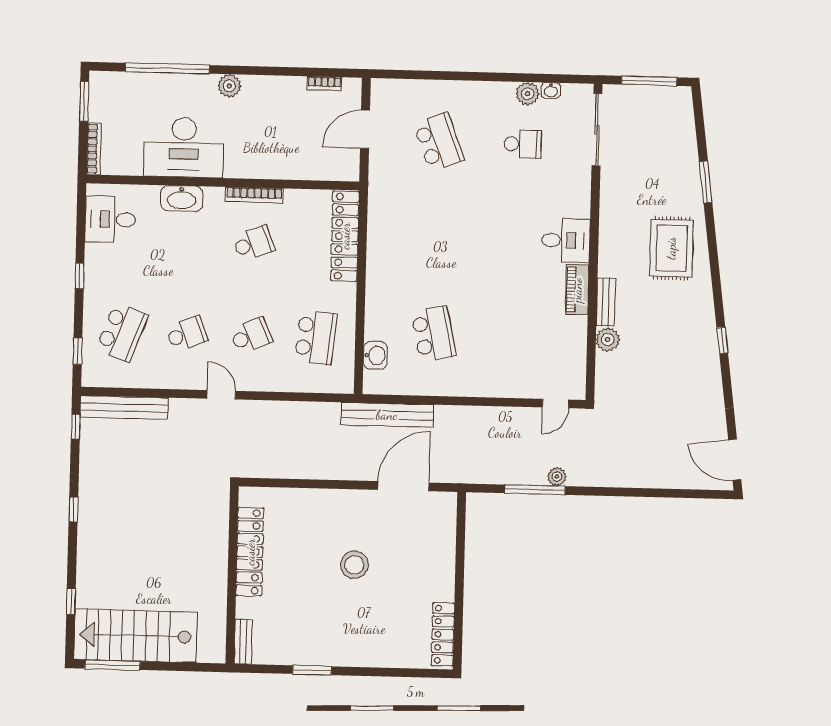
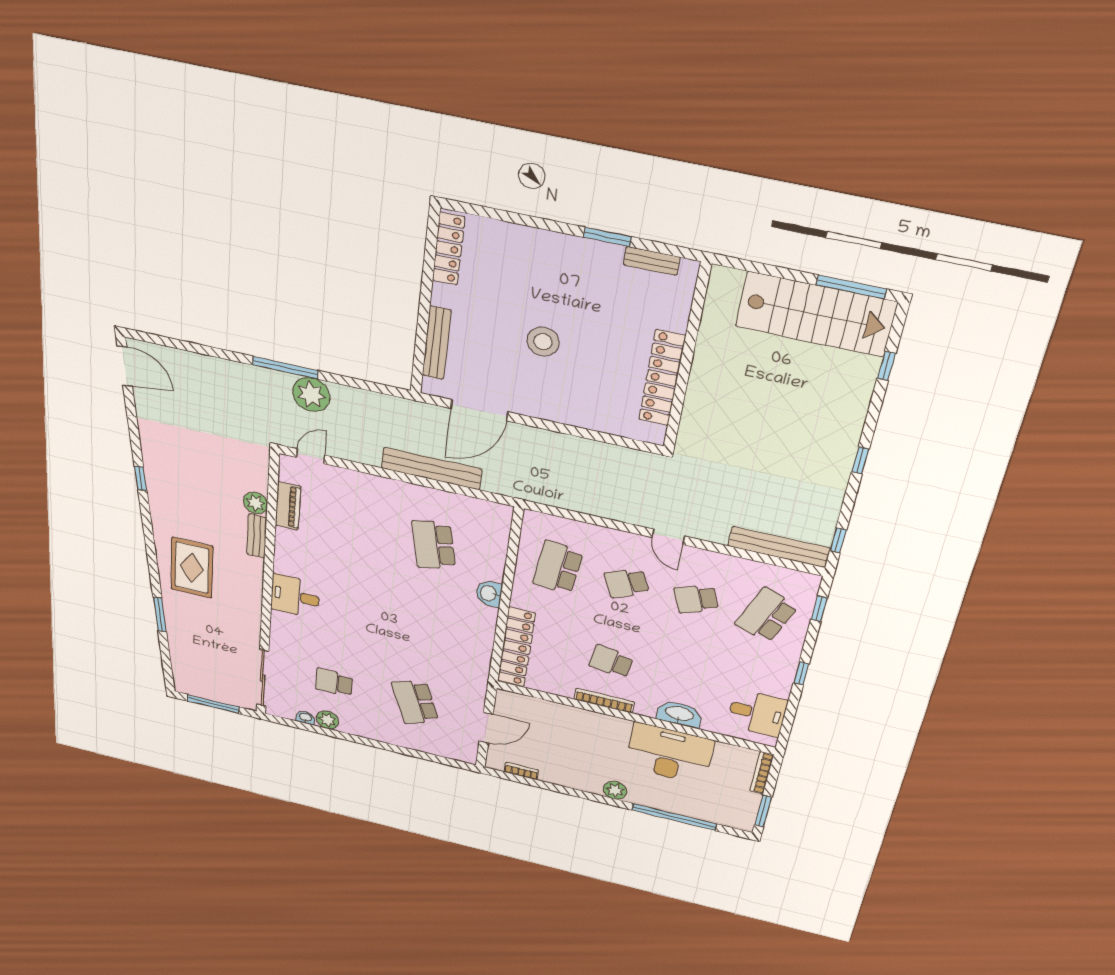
school desk: (254, 243) -> (611, 662), turned 30
piano: (577, 290) -> (288, 506), moved
washbasin: (375, 355) -> (489, 593), moved
bench: (387, 415) -> (431, 469), moved
plant: (557, 477) -> (311, 395), width x1.87, depth x1.87
window: (535, 490) -> (285, 368), moved
bench: (446, 544) -> (437, 343), added
bench: (243, 642) -> (652, 261), moved, turned 90

